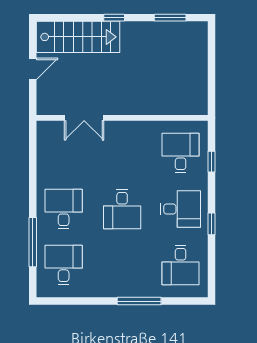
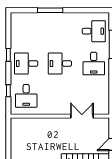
desk: (122, 209) -> (60, 63), turned -90
desk: (64, 265) -> (94, 31), turned -90
desk: (181, 265) -> (26, 31), removed

